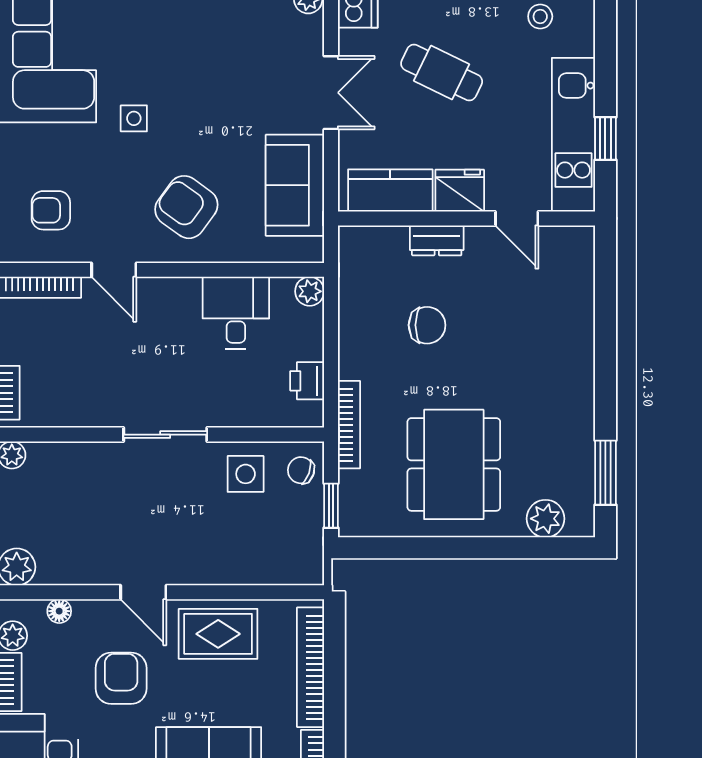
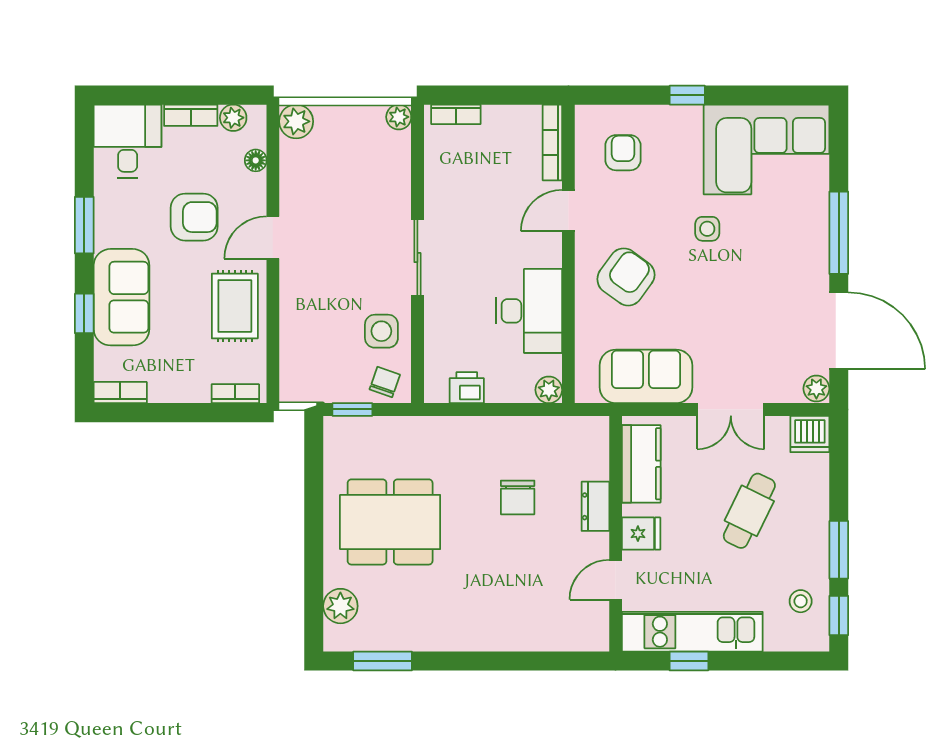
fridge: (460, 191) -> (641, 534), width x0.72
desk: (236, 313) -> (529, 311), width x1.37
bookcase: (349, 425) -> (427, 426), removed
bookcase: (311, 667) -> (235, 394), width x0.43, depth x0.76

